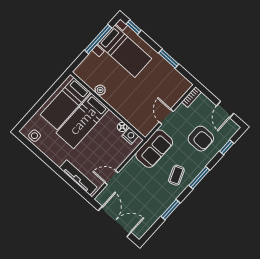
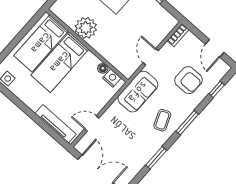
plant: (100, 90) -> (86, 28), width x1.88, depth x1.88

